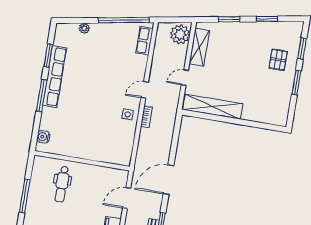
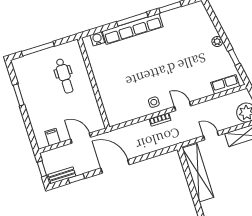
window: (124, 20) -> (234, 57), width x0.32
plant: (84, 28) -> (217, 41), moved
row of seats: (55, 77) -> (133, 29), moved
dental chair: (62, 184) -> (64, 76), turned -90

